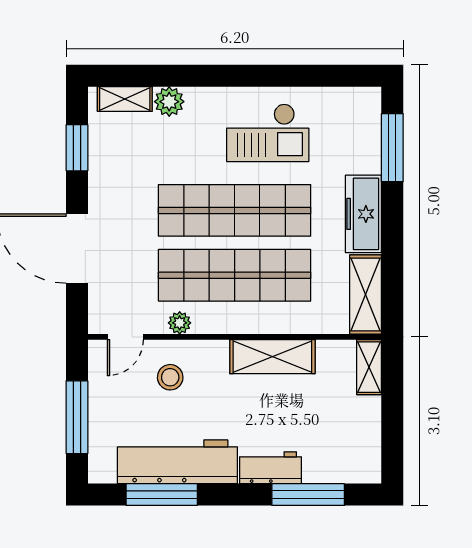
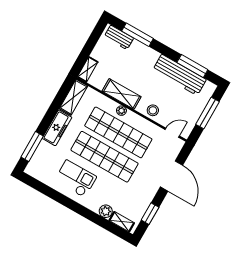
plant: (180, 323) -> (121, 111), moved
stool: (170, 377) -> (153, 110), moved
workbench: (270, 468) -> (119, 37), moved

